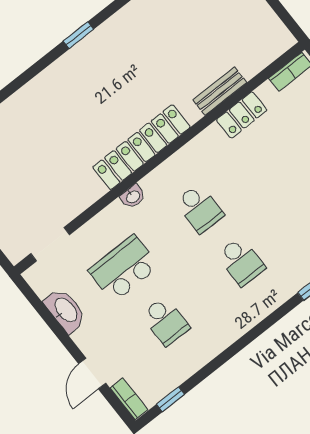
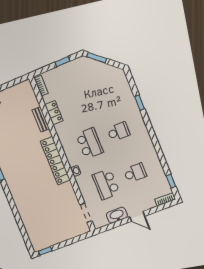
school desk: (199, 209) -> (90, 143), width x1.85
door: (92, 374) -> (137, 216), moved

